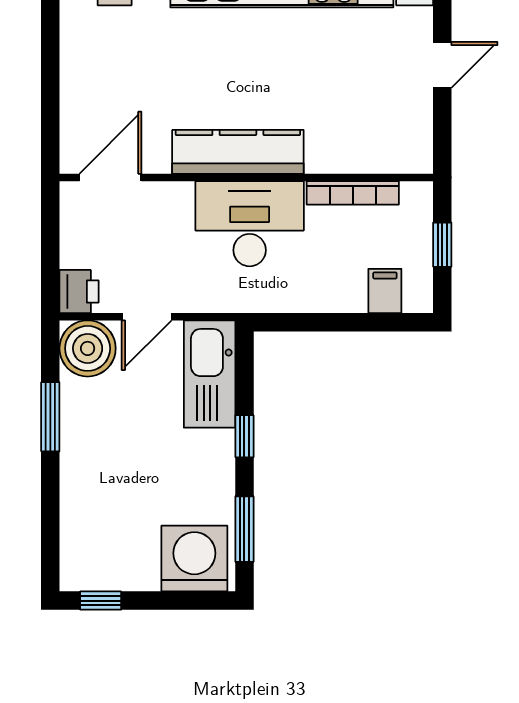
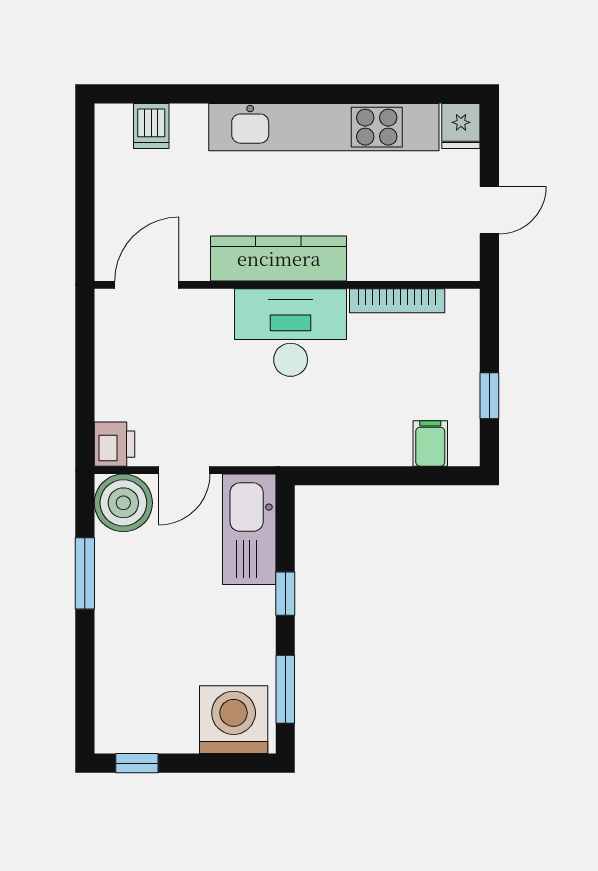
kitchen counter: (238, 152) -> (279, 258), moved
door: (110, 177) -> (147, 285), moved
wall: (246, 177) -> (287, 285), moved
bookcase: (353, 193) -> (397, 301), moved
desk: (250, 224) -> (291, 333), moved

